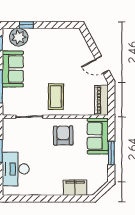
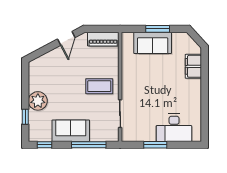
plant: (19, 37) -> (38, 101), moved
armchair: (63, 135) -> (139, 79), removed
sofa: (98, 136) -> (153, 43), moved

